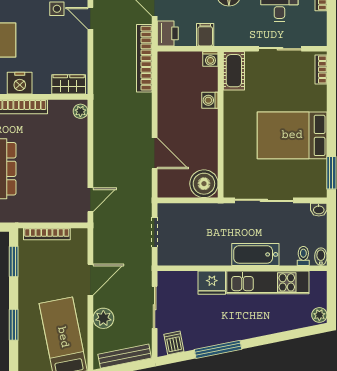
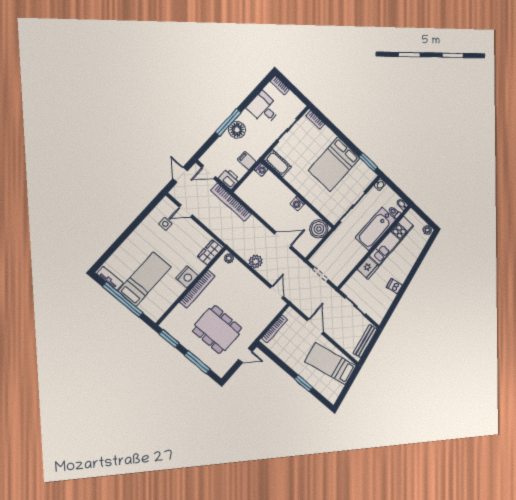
washing machine: (210, 100) -> (297, 204), moved
bathtub: (255, 254) -> (375, 229), width x1.36, depth x1.36
window: (14, 262) -> (273, 357), removed
plant: (103, 318) -> (256, 262), moved
dishwasher: (174, 343) -> (394, 286), moved
window: (218, 349) -> (401, 293), removed

